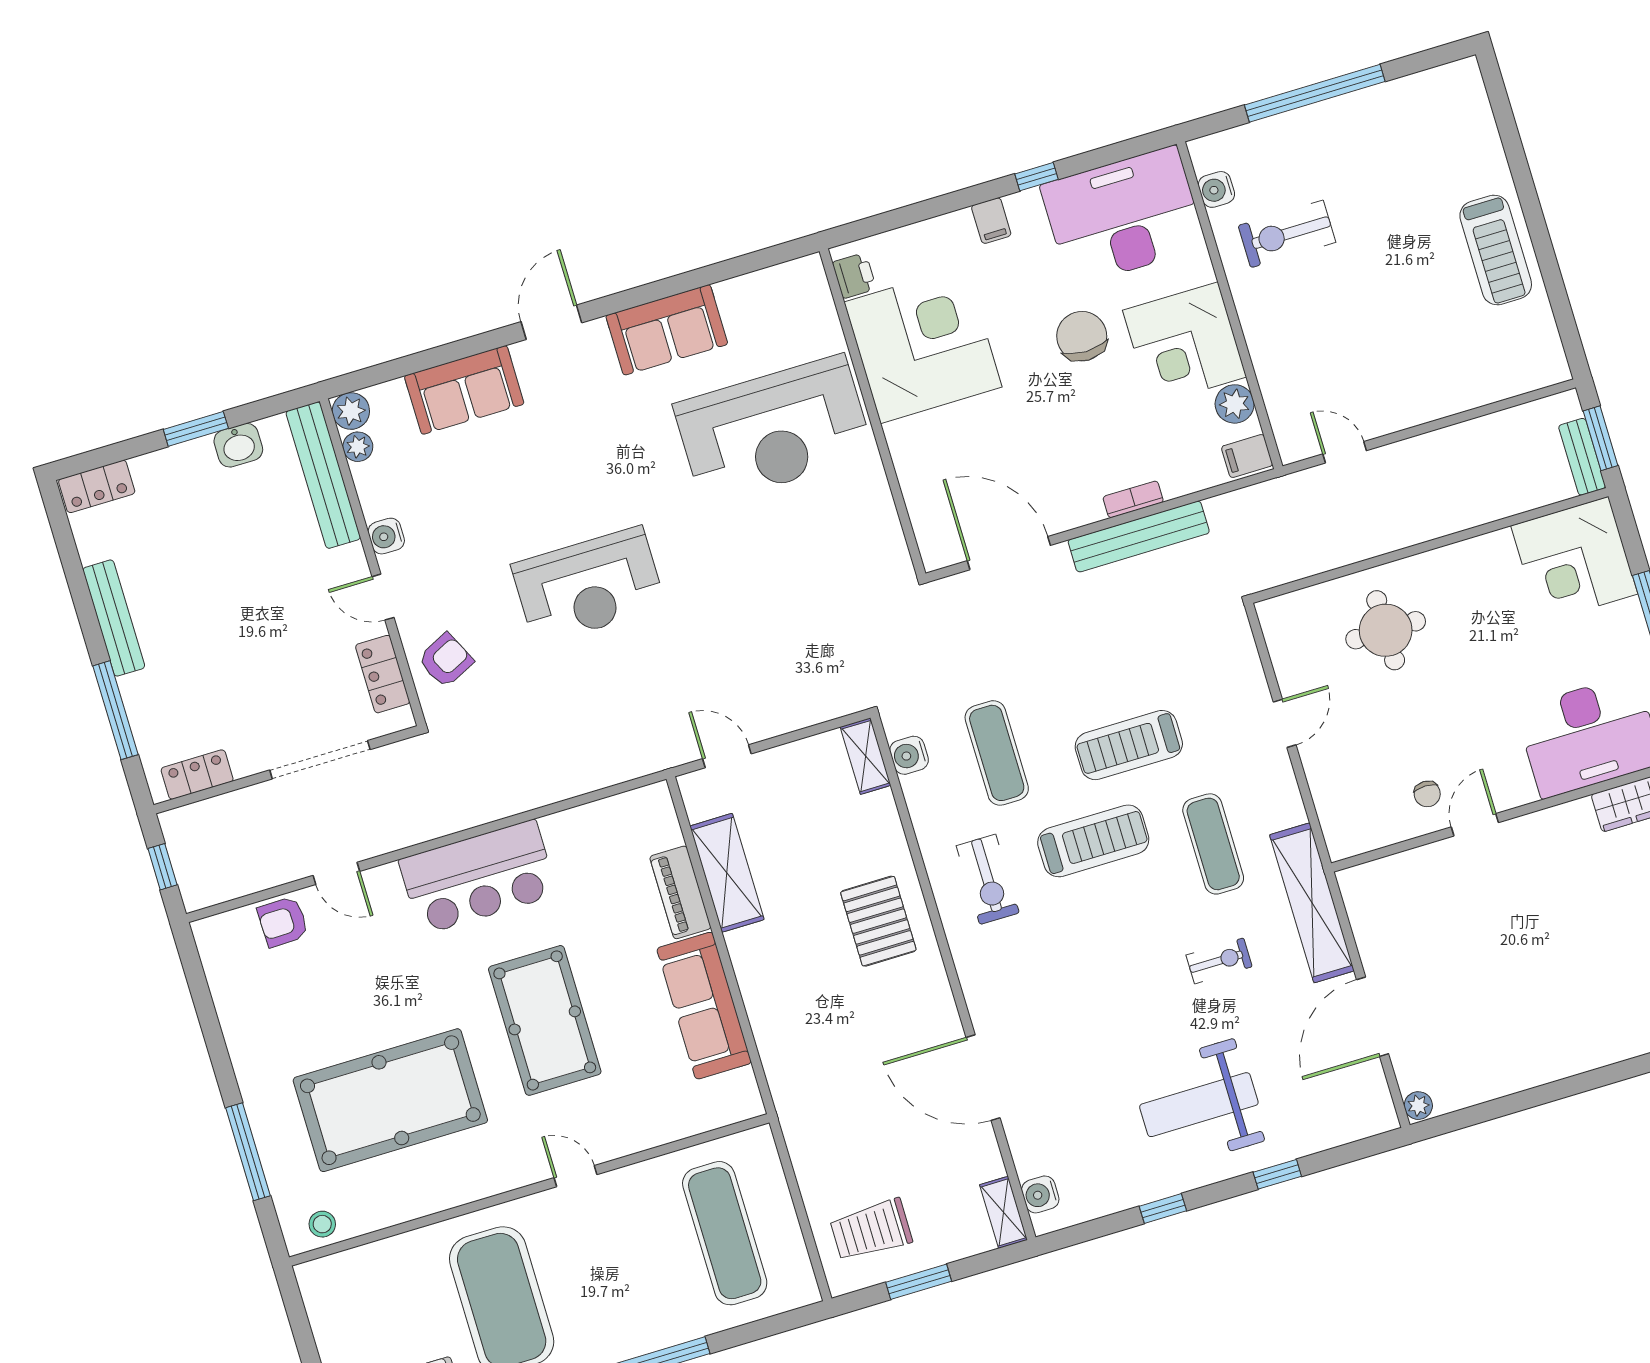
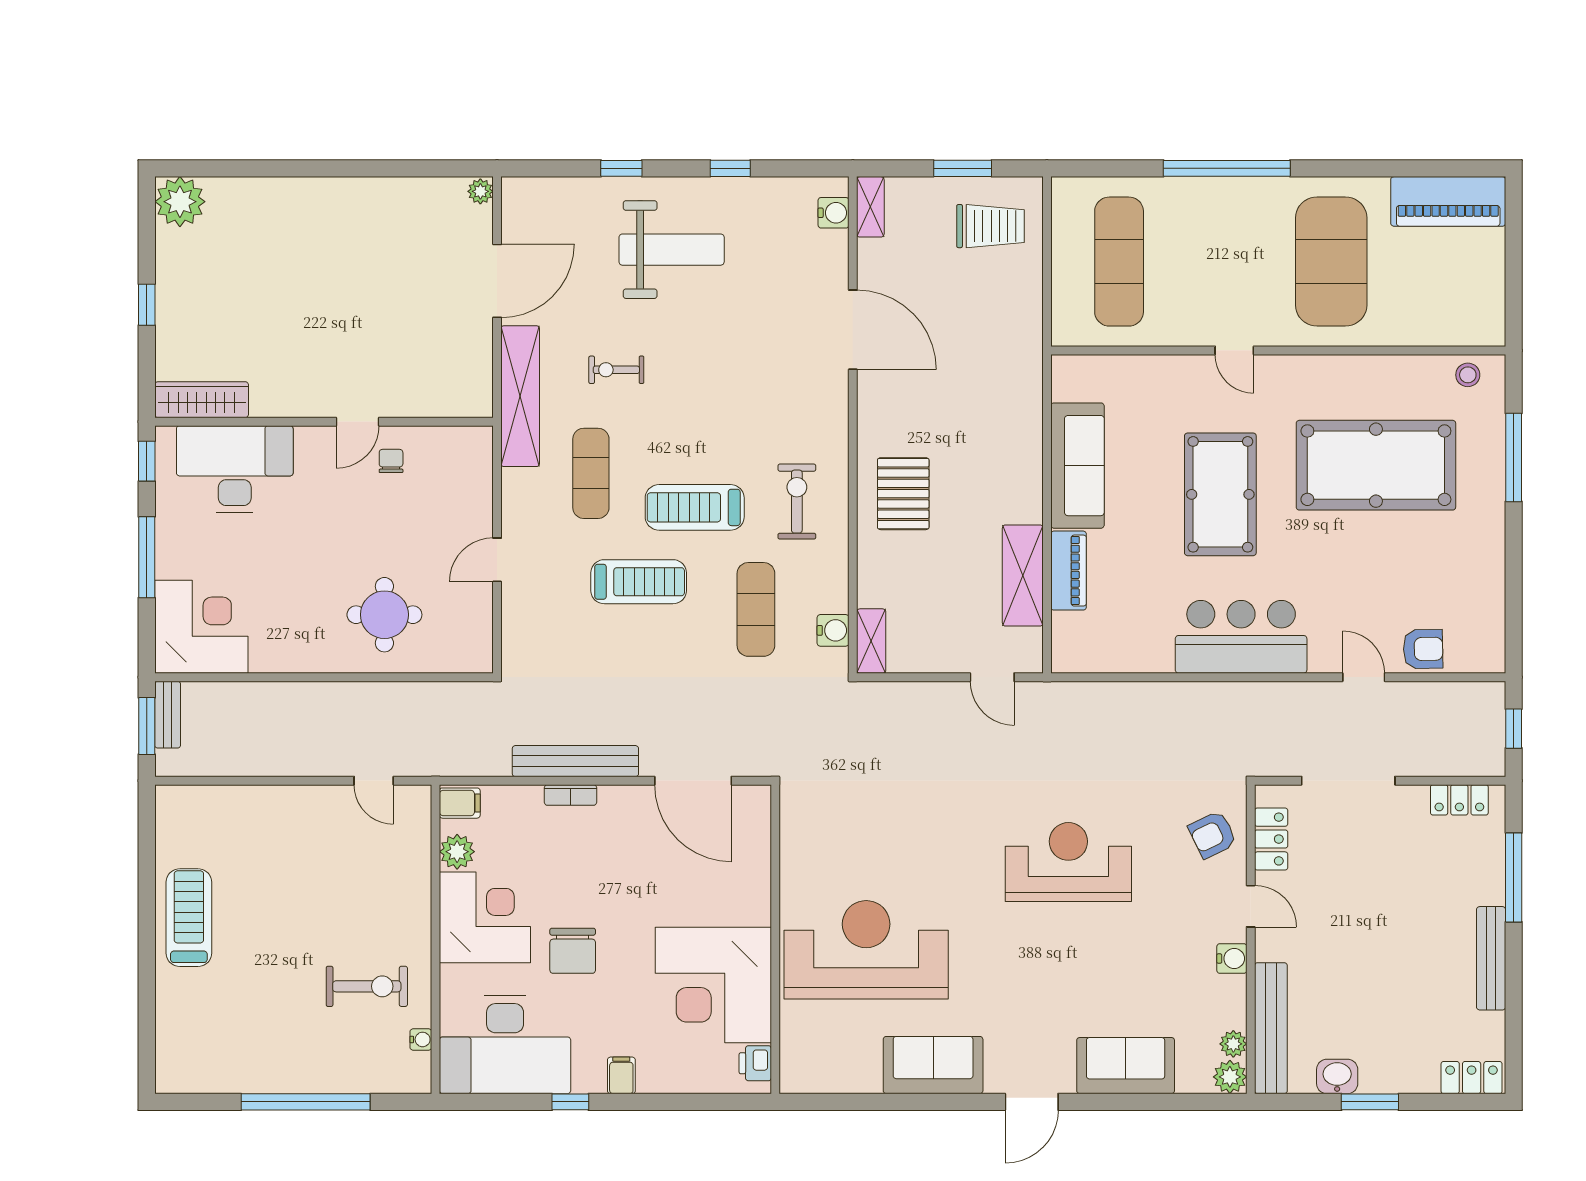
water cooler: (1216, 189) -> (421, 1039), width x0.72, depth x0.72

